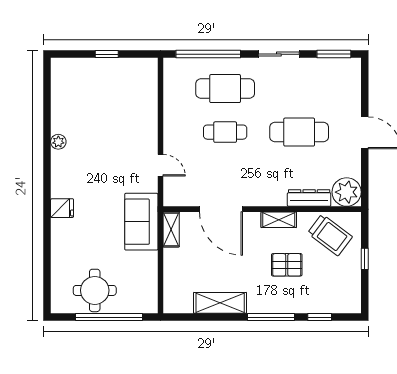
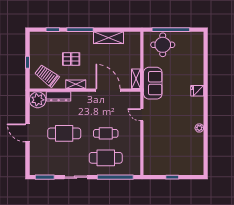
round table: (95, 290) -> (163, 45), moved

